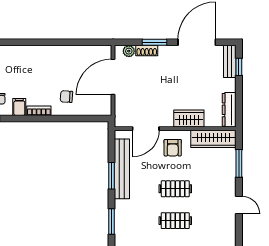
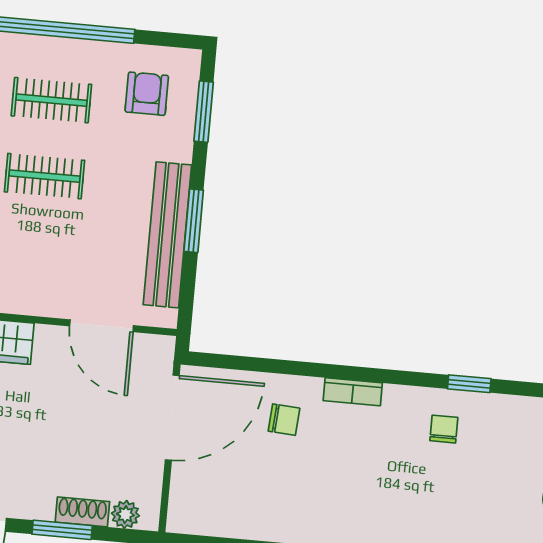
door: (113, 77) -> (172, 418), moved
filing cabinet: (19, 107) -> (399, 405), removed
door: (146, 129) -> (102, 326), swing flipped
armchair: (173, 148) -> (147, 94), moved

